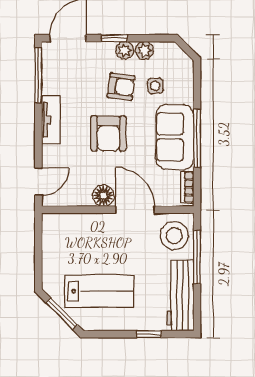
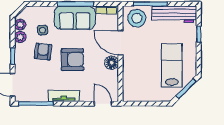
plant: (125, 50) -> (20, 25), moved
door: (135, 210) -> (120, 43), hinge flipped

